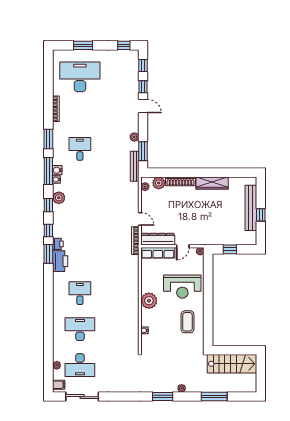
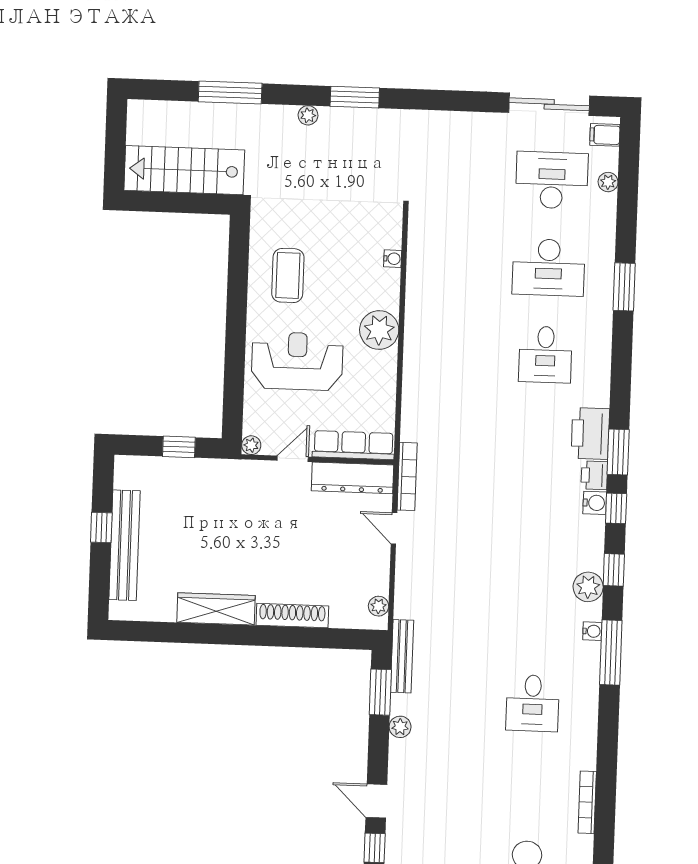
window: (48, 139) -> (624, 287), moved
water cooler: (57, 170) -> (595, 503), moved
plant: (159, 183) -> (345, 614), removed

